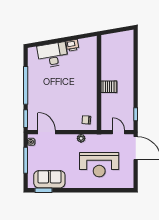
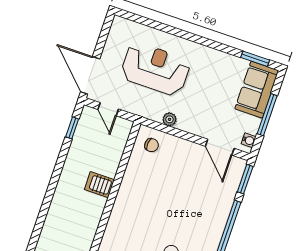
sofa: (49, 179) -> (257, 90), moved, turned 90

